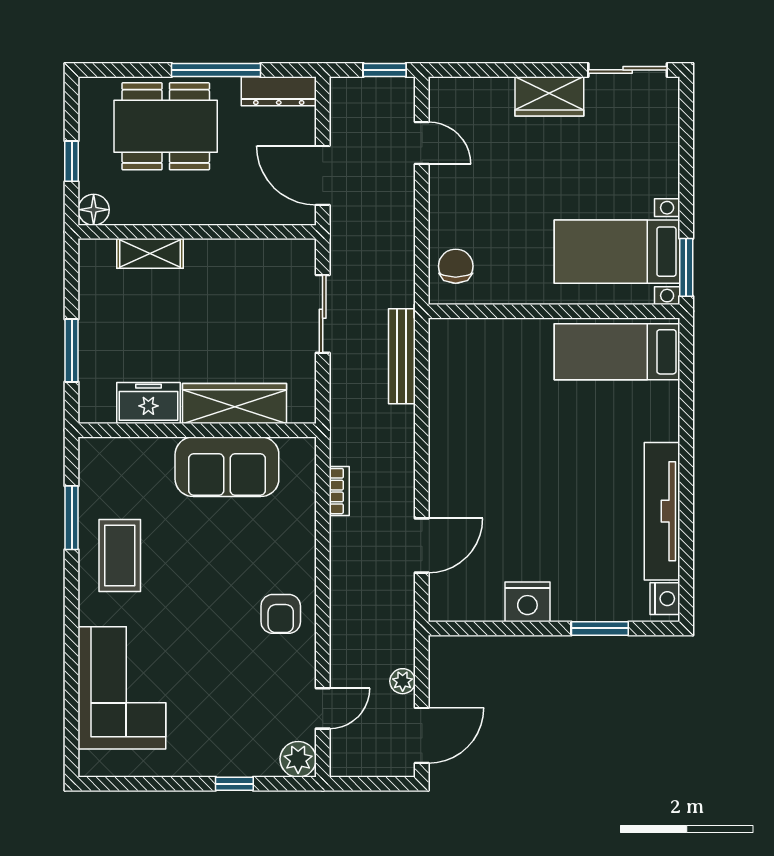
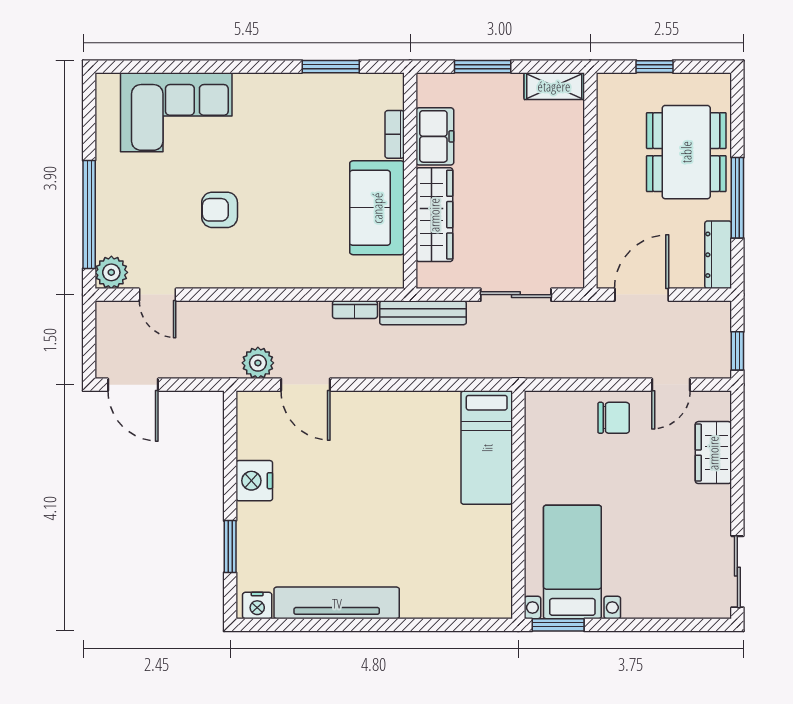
wardrobe: (549, 96) -> (713, 453), moved
floor lamp: (94, 210) -> (610, 87), removed
shelving: (150, 253) -> (554, 86), moved, turned 90
chair: (456, 266) -> (614, 418), moved
bed: (617, 352) -> (487, 448), moved, turned 180
bench: (402, 356) -> (423, 313), moved
bookcase: (146, 447) -> (395, 134), added
coffee table: (120, 556) -> (296, 110), removed
armchair: (281, 614) -> (220, 210), moved
plant: (403, 681) -> (258, 363), moved, width x1.38, depth x1.38
window: (234, 784) -> (89, 214), width x3.17

